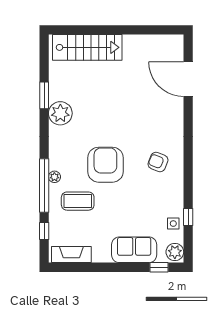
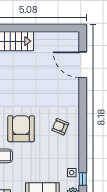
window: (188, 217) -> (83, 179), moved

